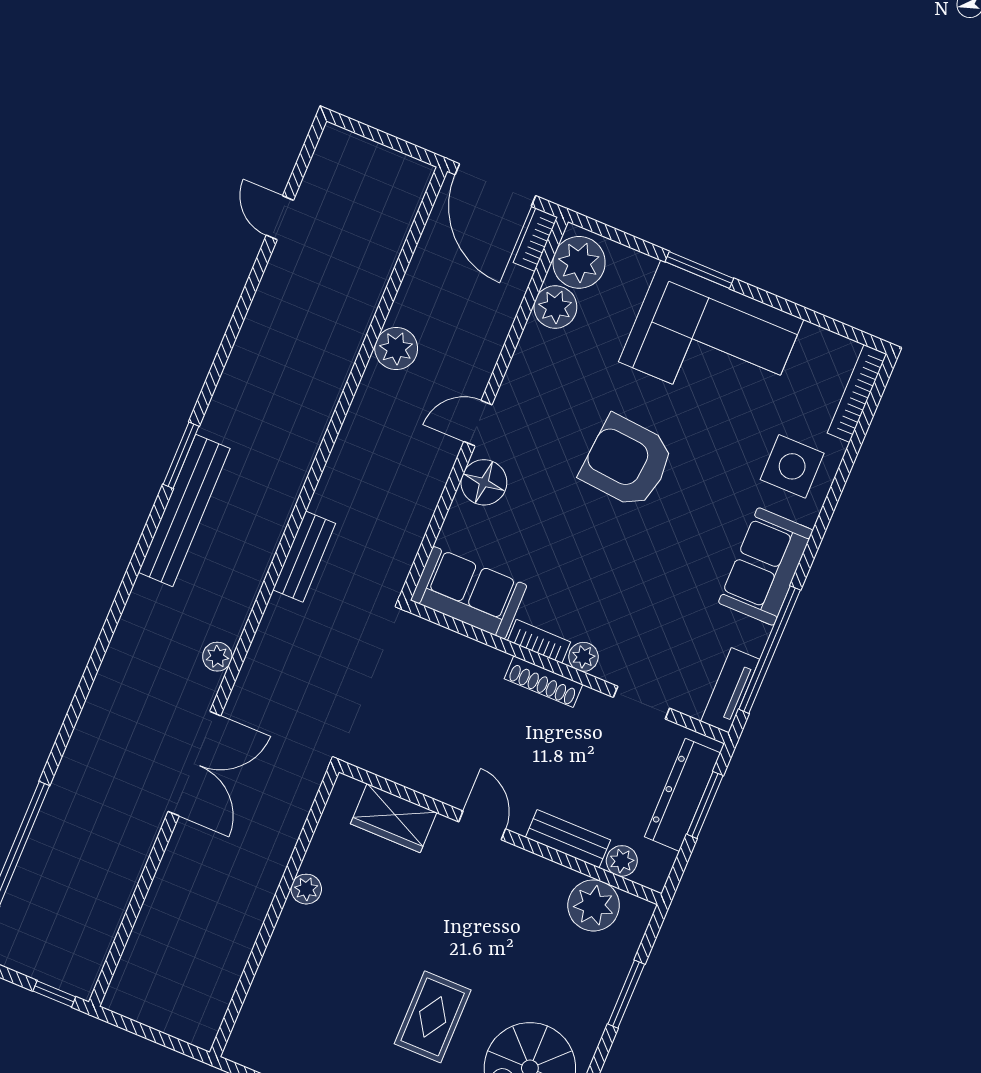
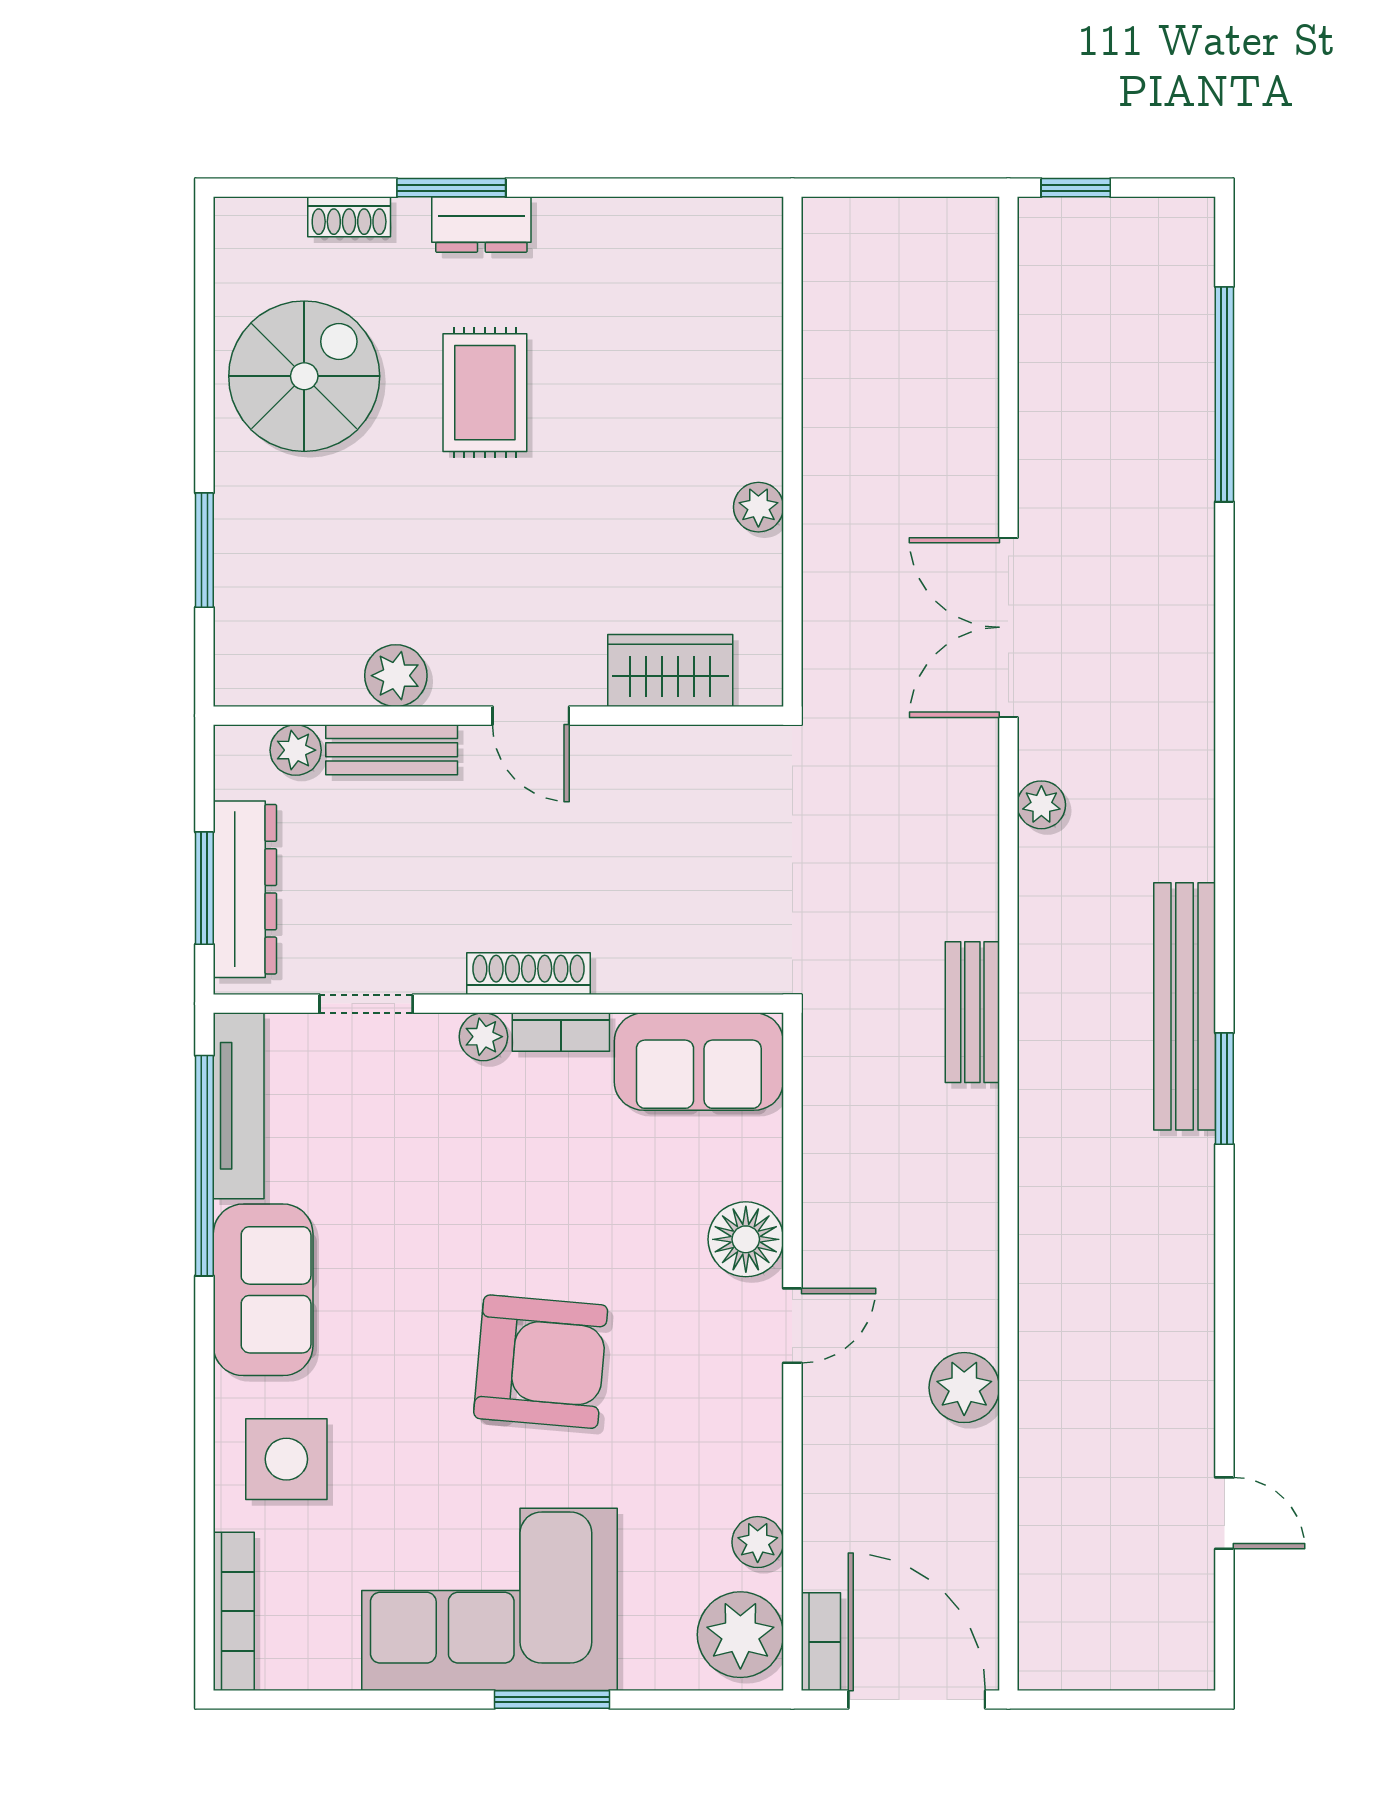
plant: (555, 307) -> (758, 1542), width x0.73, depth x0.73
tv unit: (730, 690) -> (239, 1106), width x1.41
plant: (594, 905) -> (396, 676), moved, width x0.73, depth x0.73

